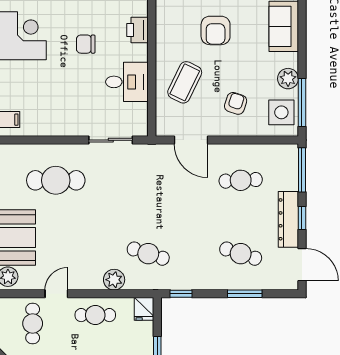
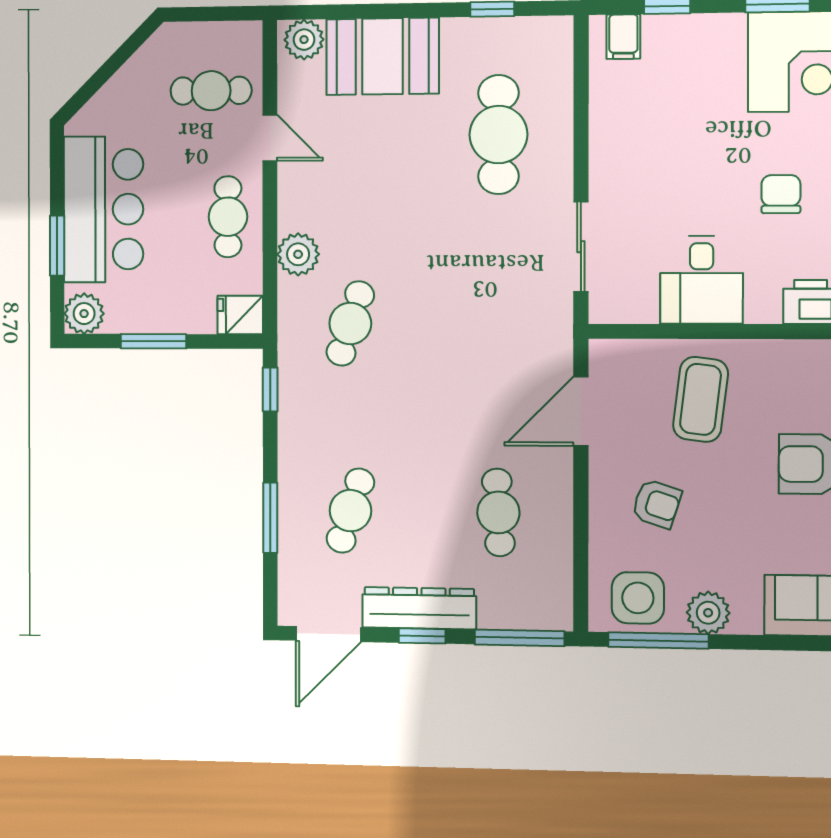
coffee table: (185, 82) -> (701, 399), turned 71

